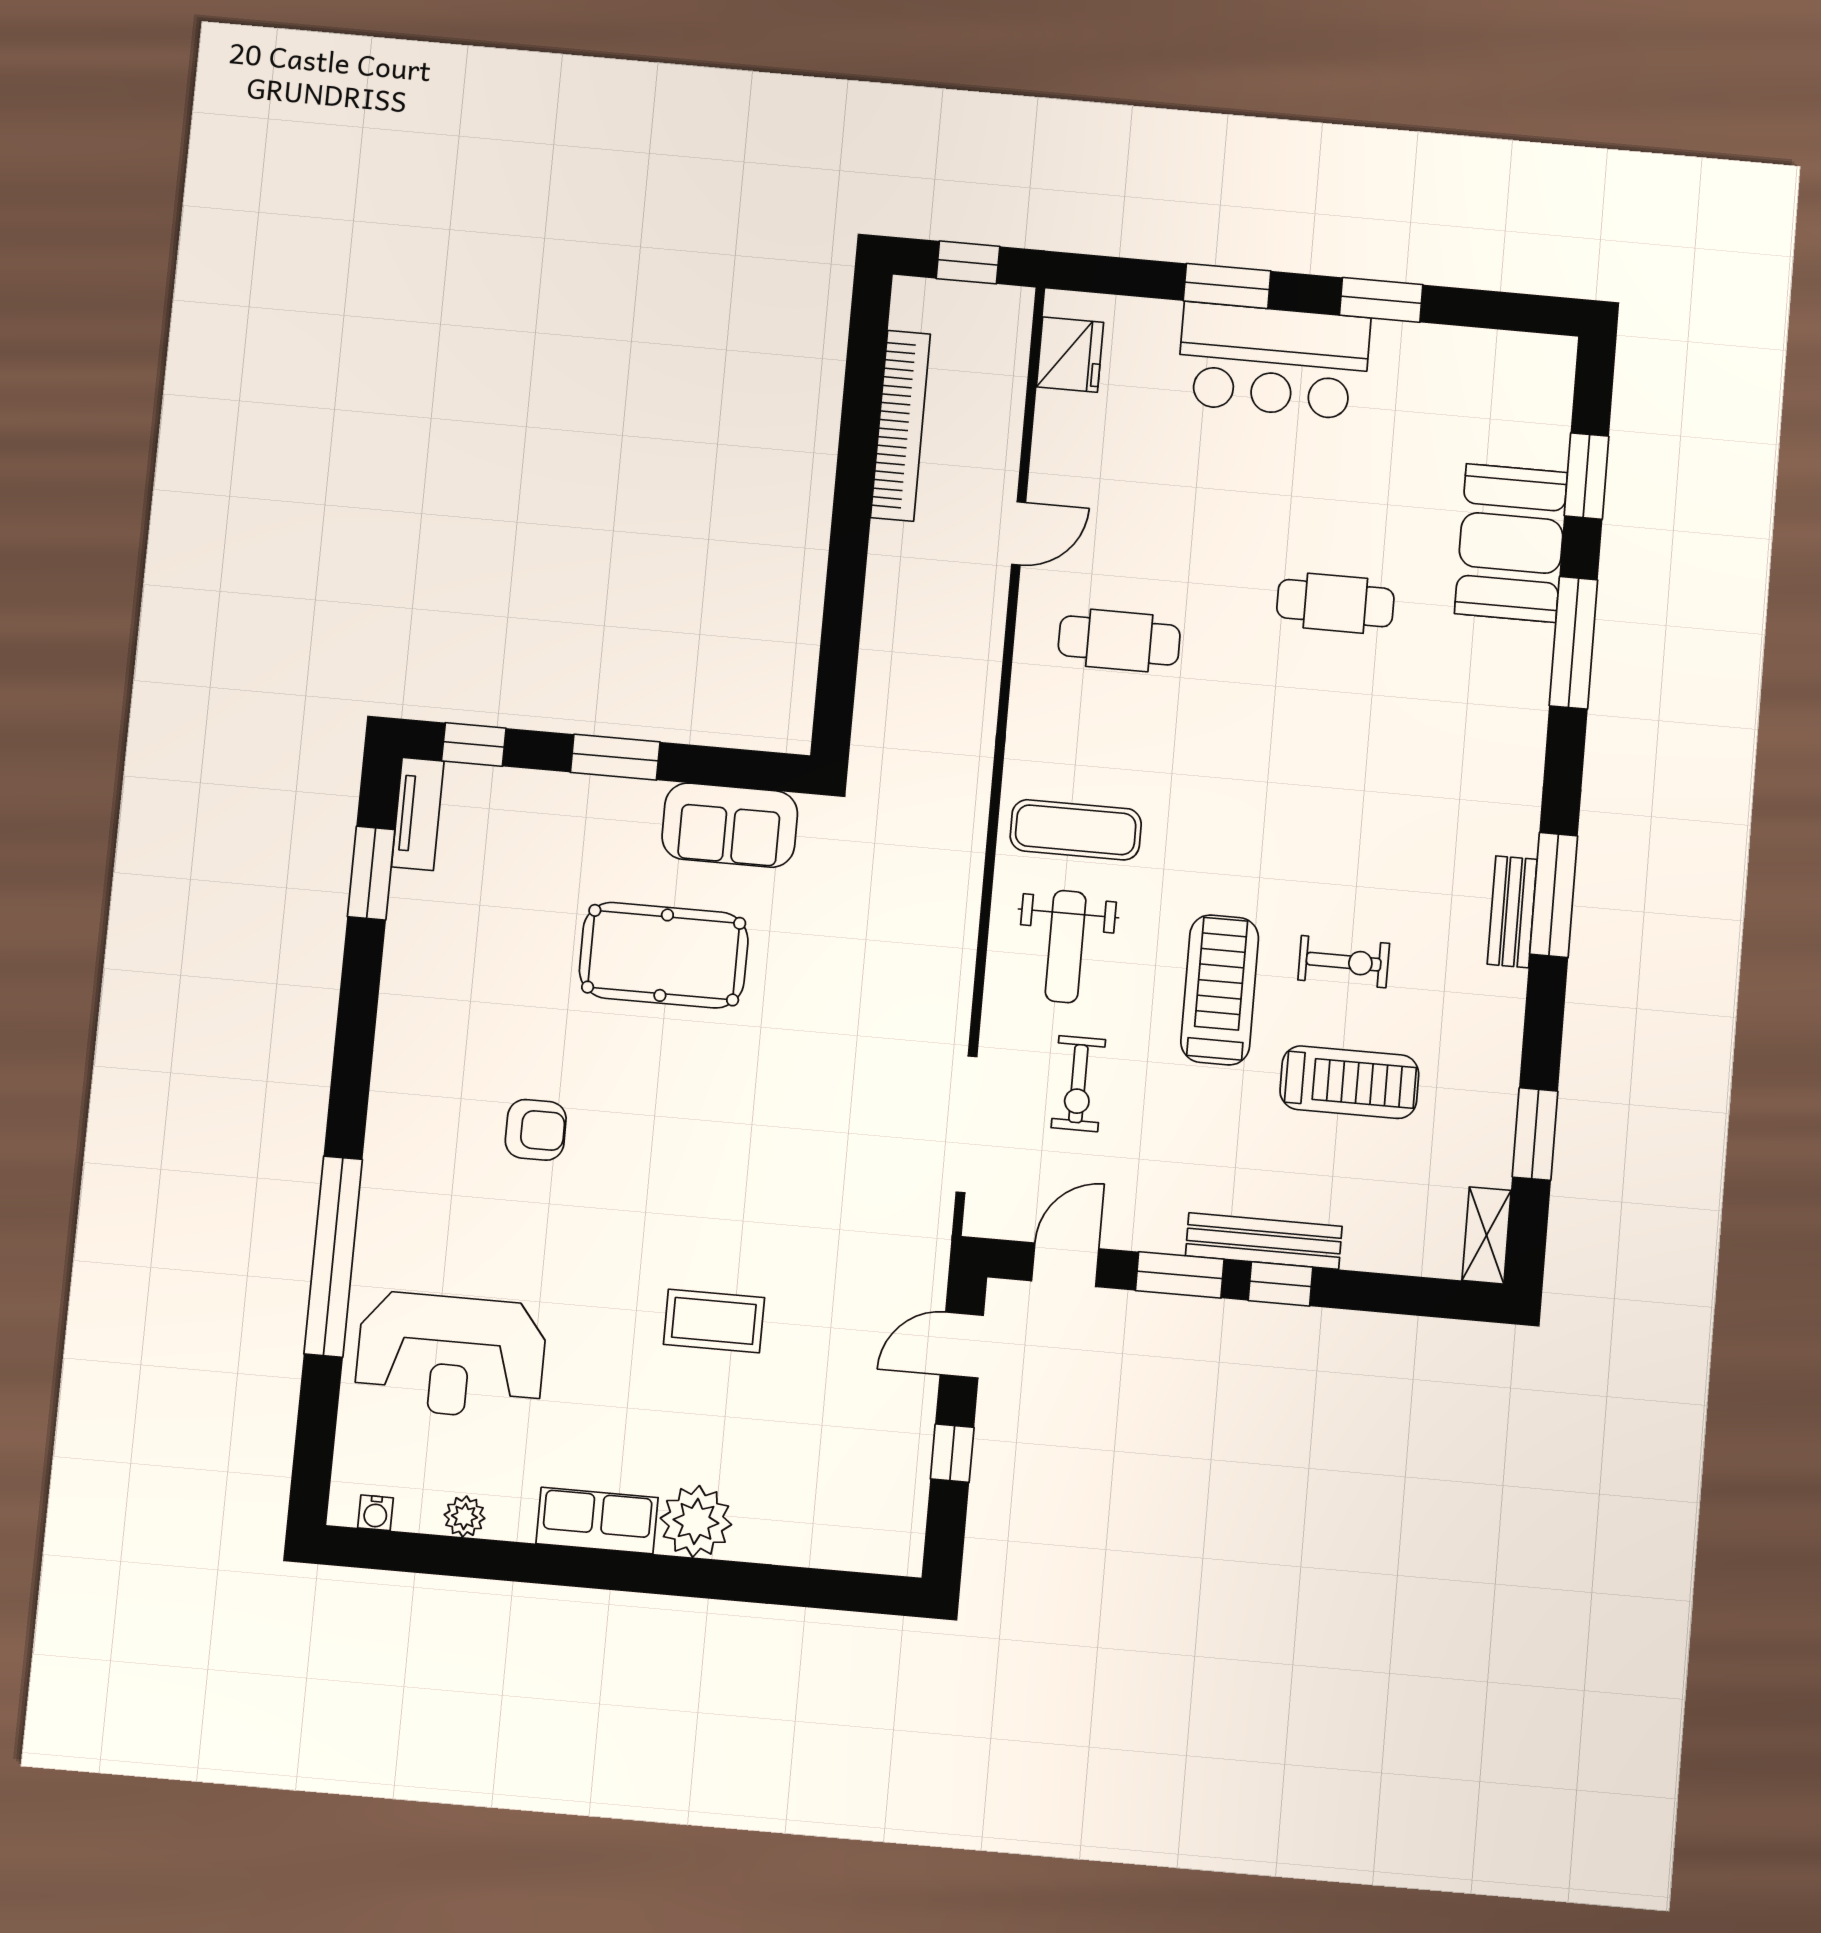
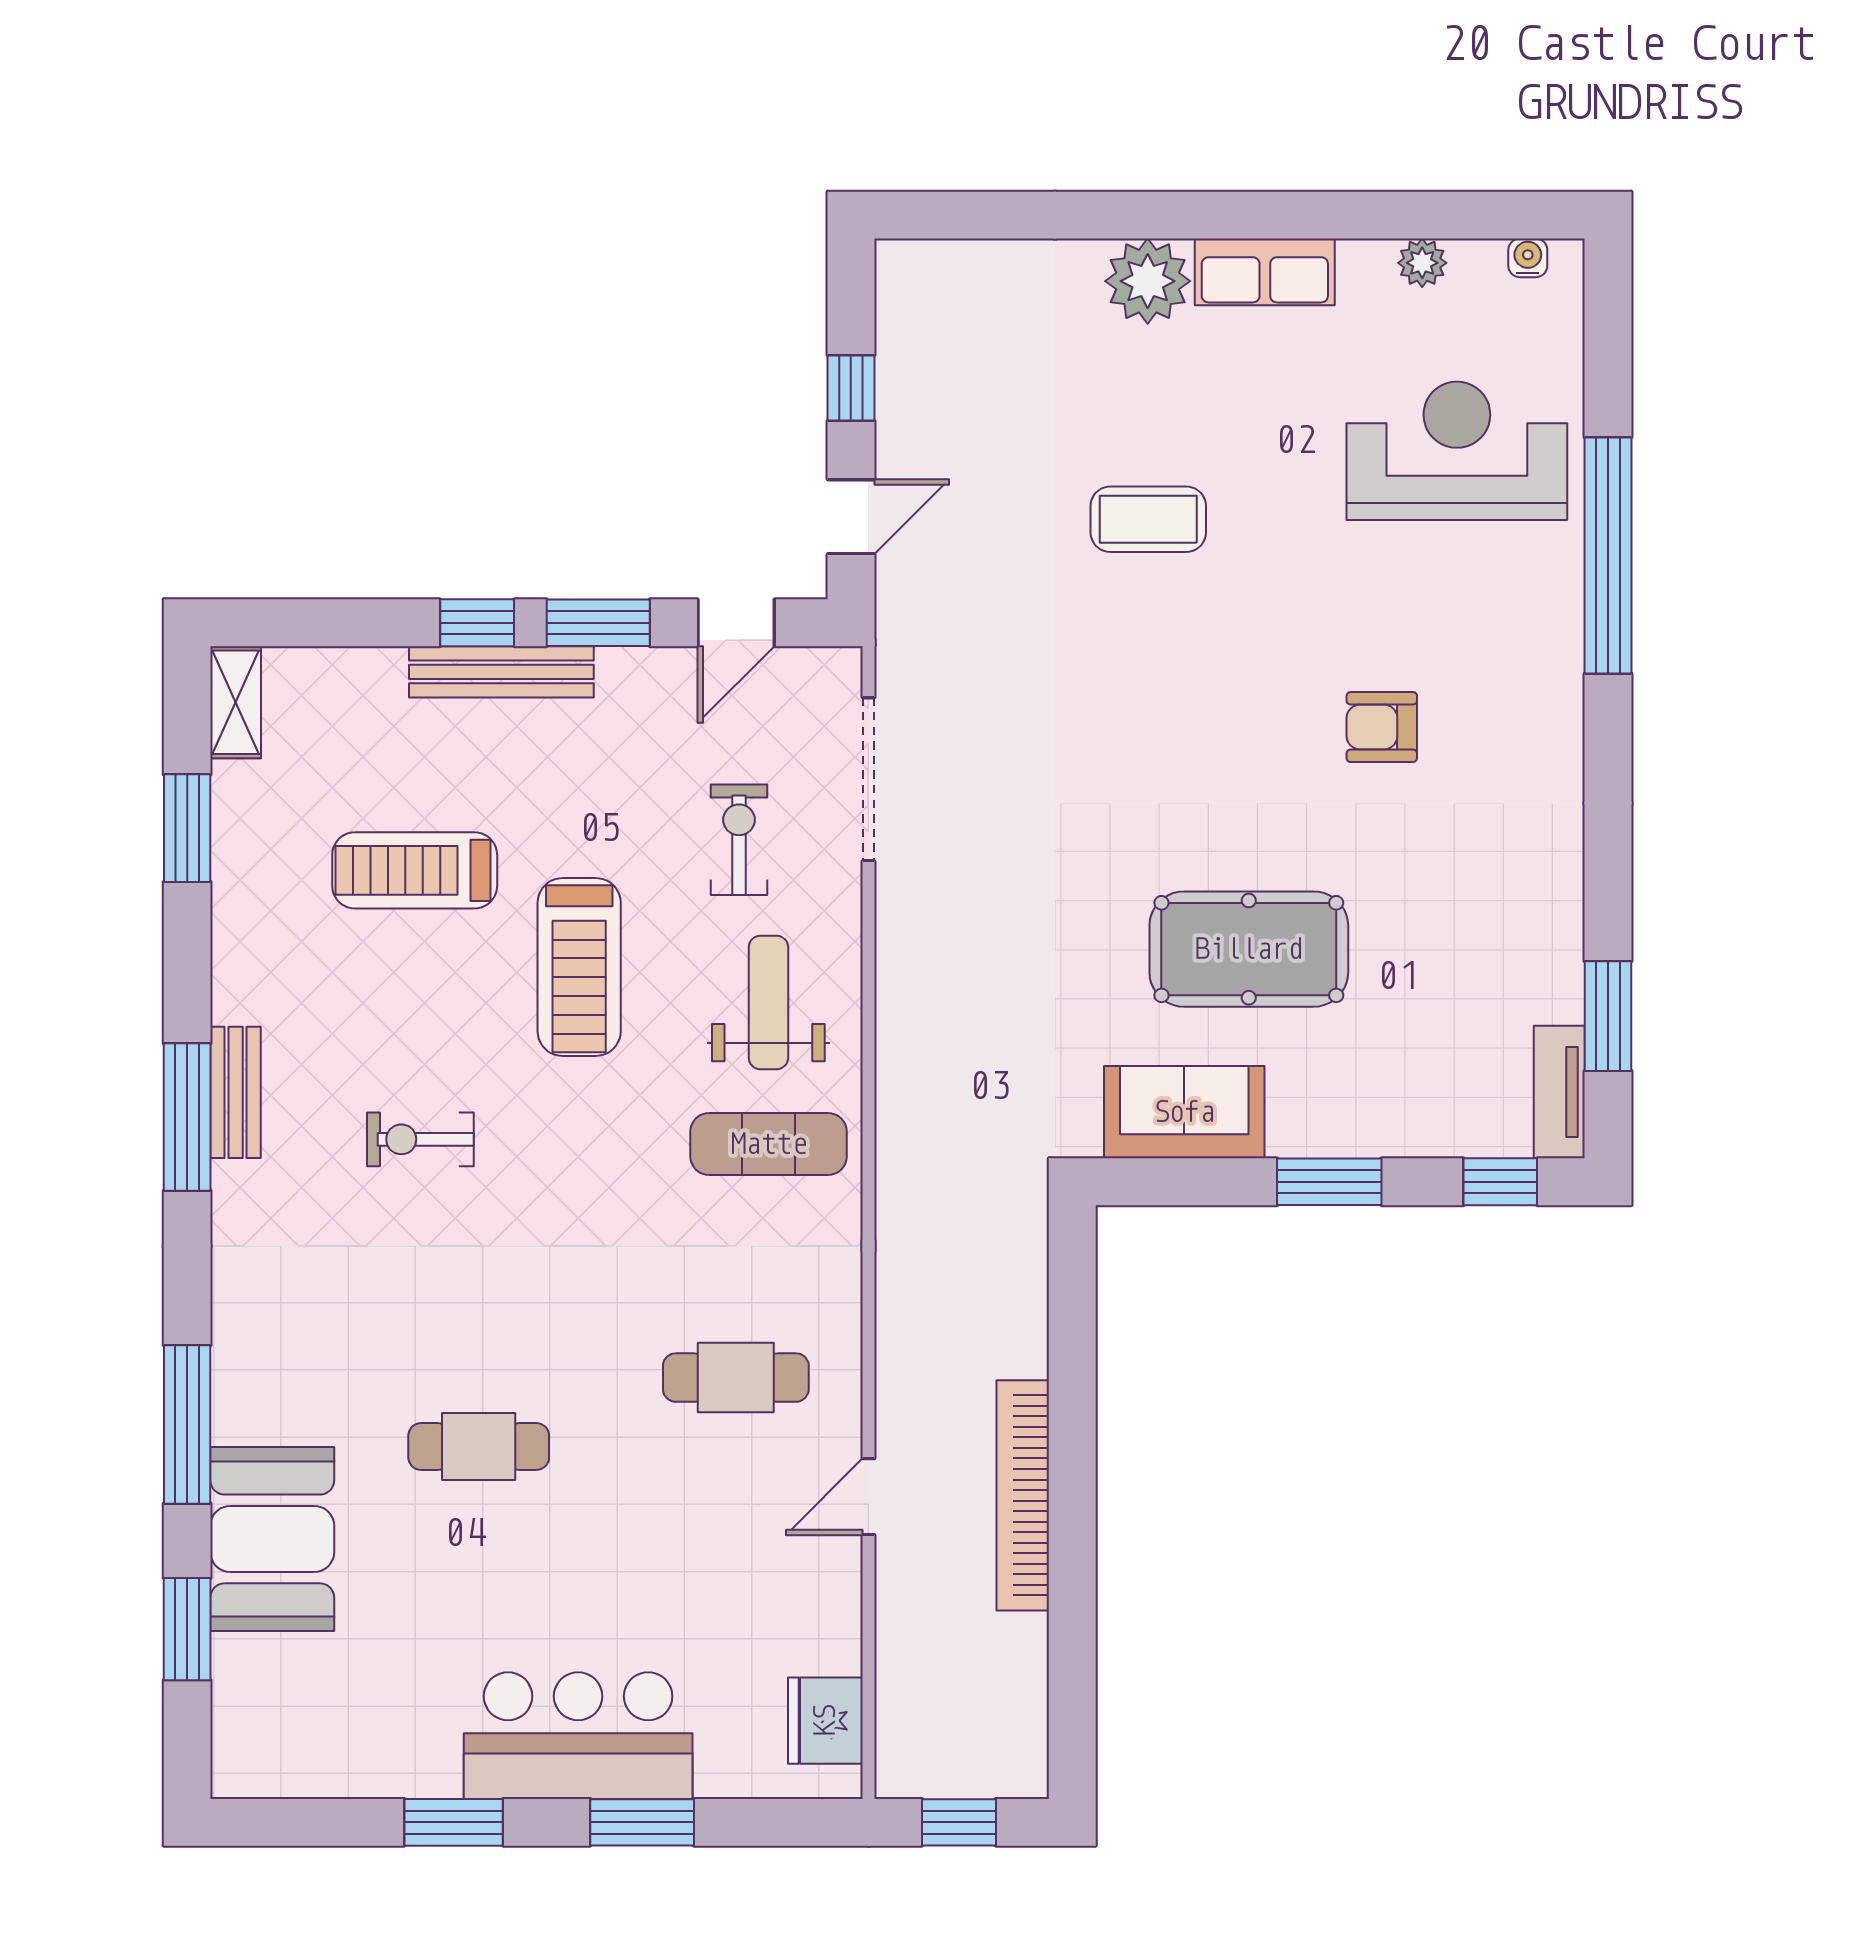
bookcase: (900, 426) -> (1023, 1495), moved
exercise bike: (1344, 962) -> (420, 1139), moved

